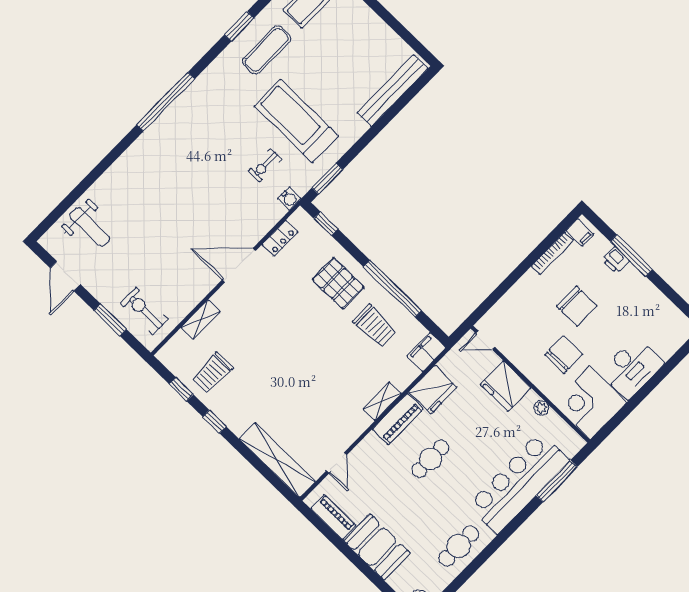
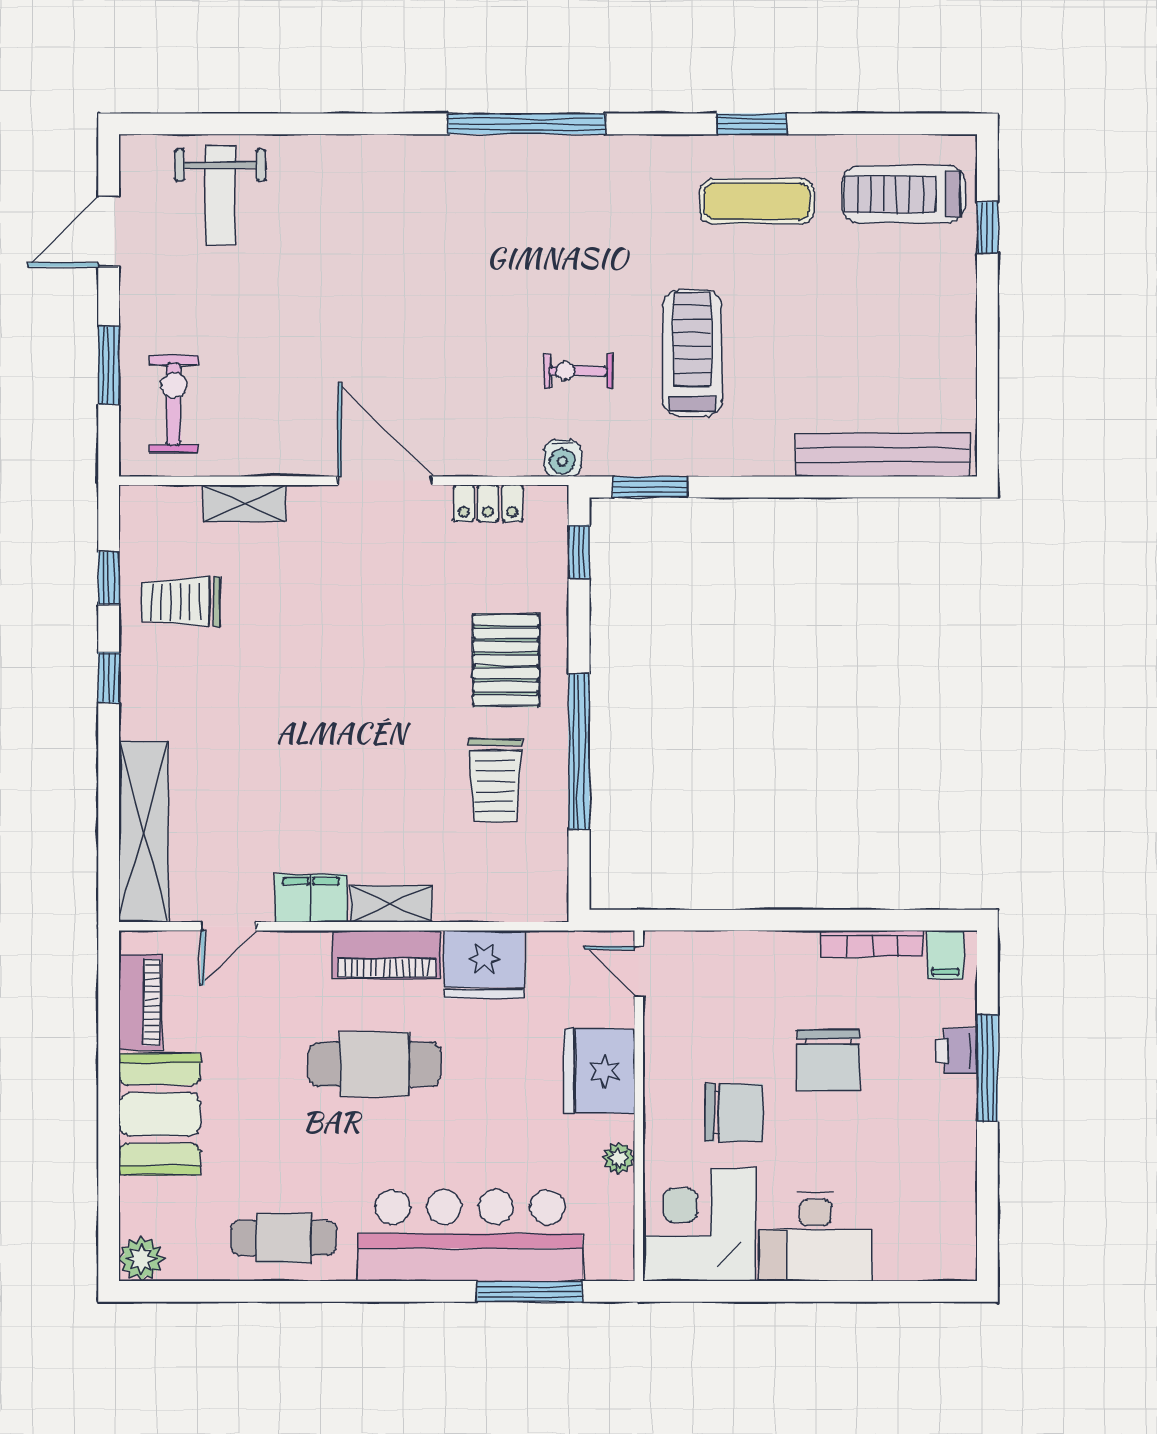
treadmill: (296, 121) -> (692, 353), width x0.73, depth x0.73
filing cabinet: (426, 352) -> (311, 898), moved
cafe table: (430, 459) -> (375, 1064), width x1.37, depth x1.35

